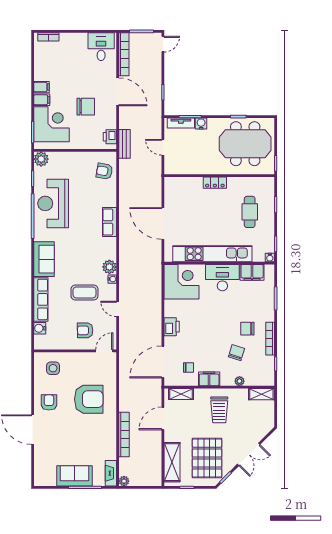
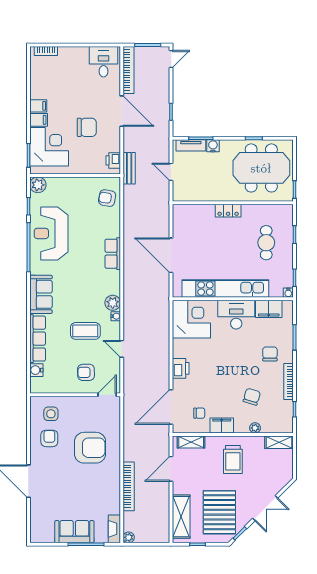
chair: (247, 329) -> (270, 354), moved, turned 90
armchair: (49, 402) -> (49, 438), moved

